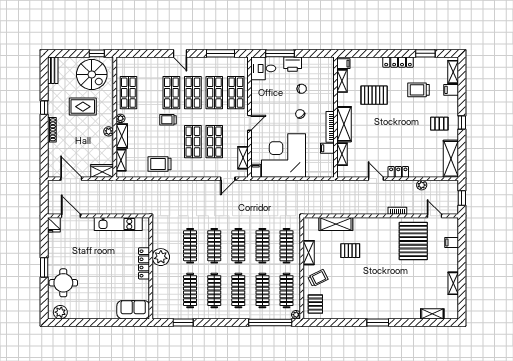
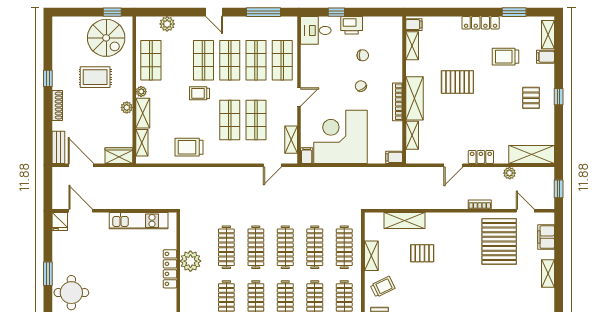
window: (280, 53) -> (336, 12), width x0.46
plant: (142, 63) -> (167, 24), added
bench: (53, 70) -> (58, 147), moved
pallet: (374, 95) -> (457, 82), moved
pallet: (439, 124) -> (531, 98), turned 90
filing cabinet: (327, 148) -> (394, 157), moved
shelving: (451, 159) -> (532, 154), moved, turned 90
door: (376, 179) -> (453, 165), swing flipped
filing cabinet: (452, 242) -> (546, 237), width x2.00
shelving: (453, 283) -> (548, 273), moved

